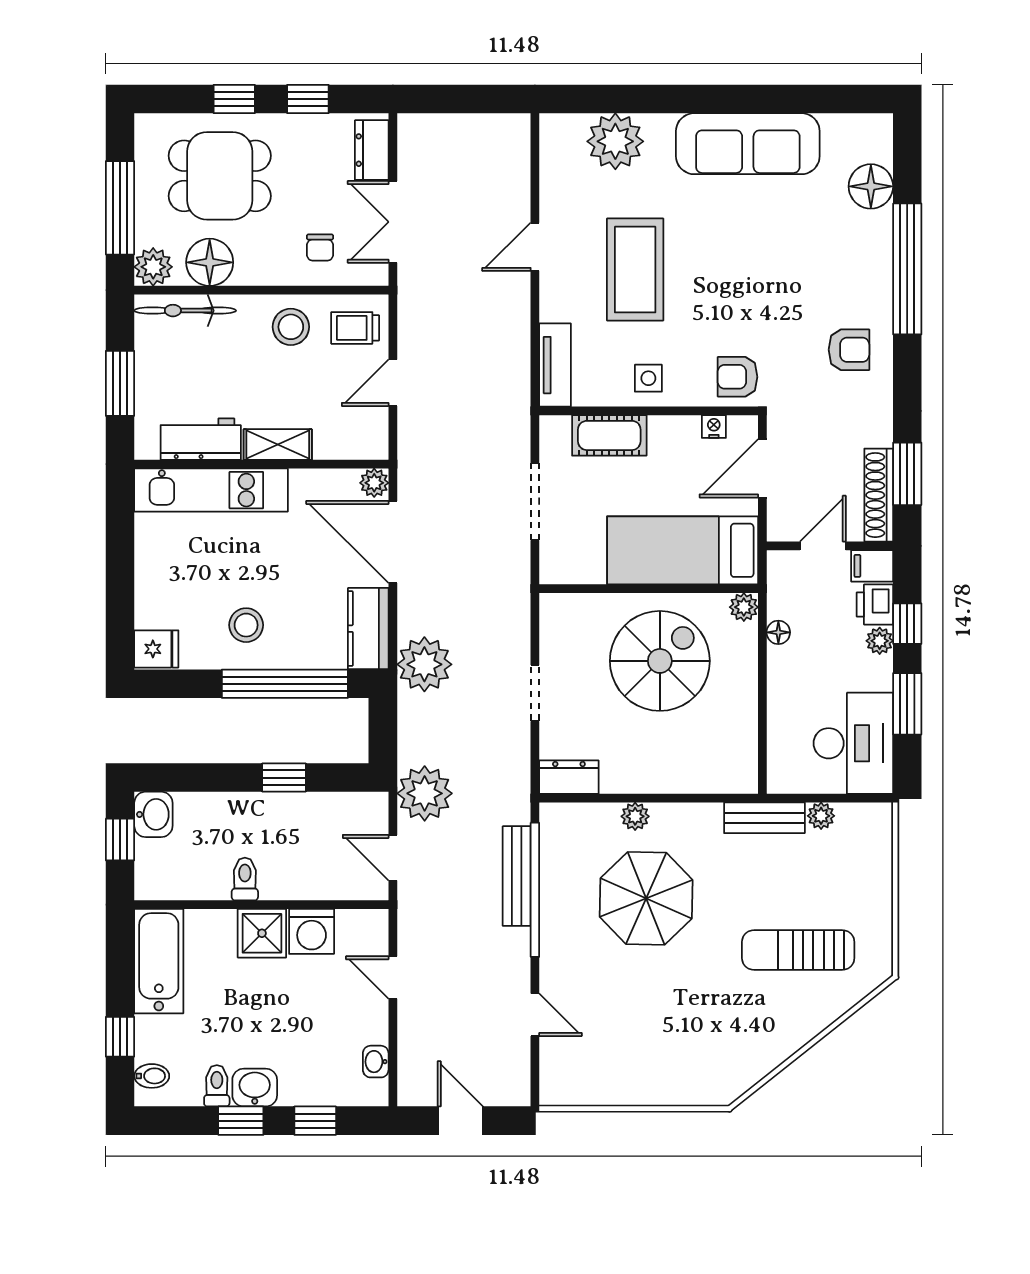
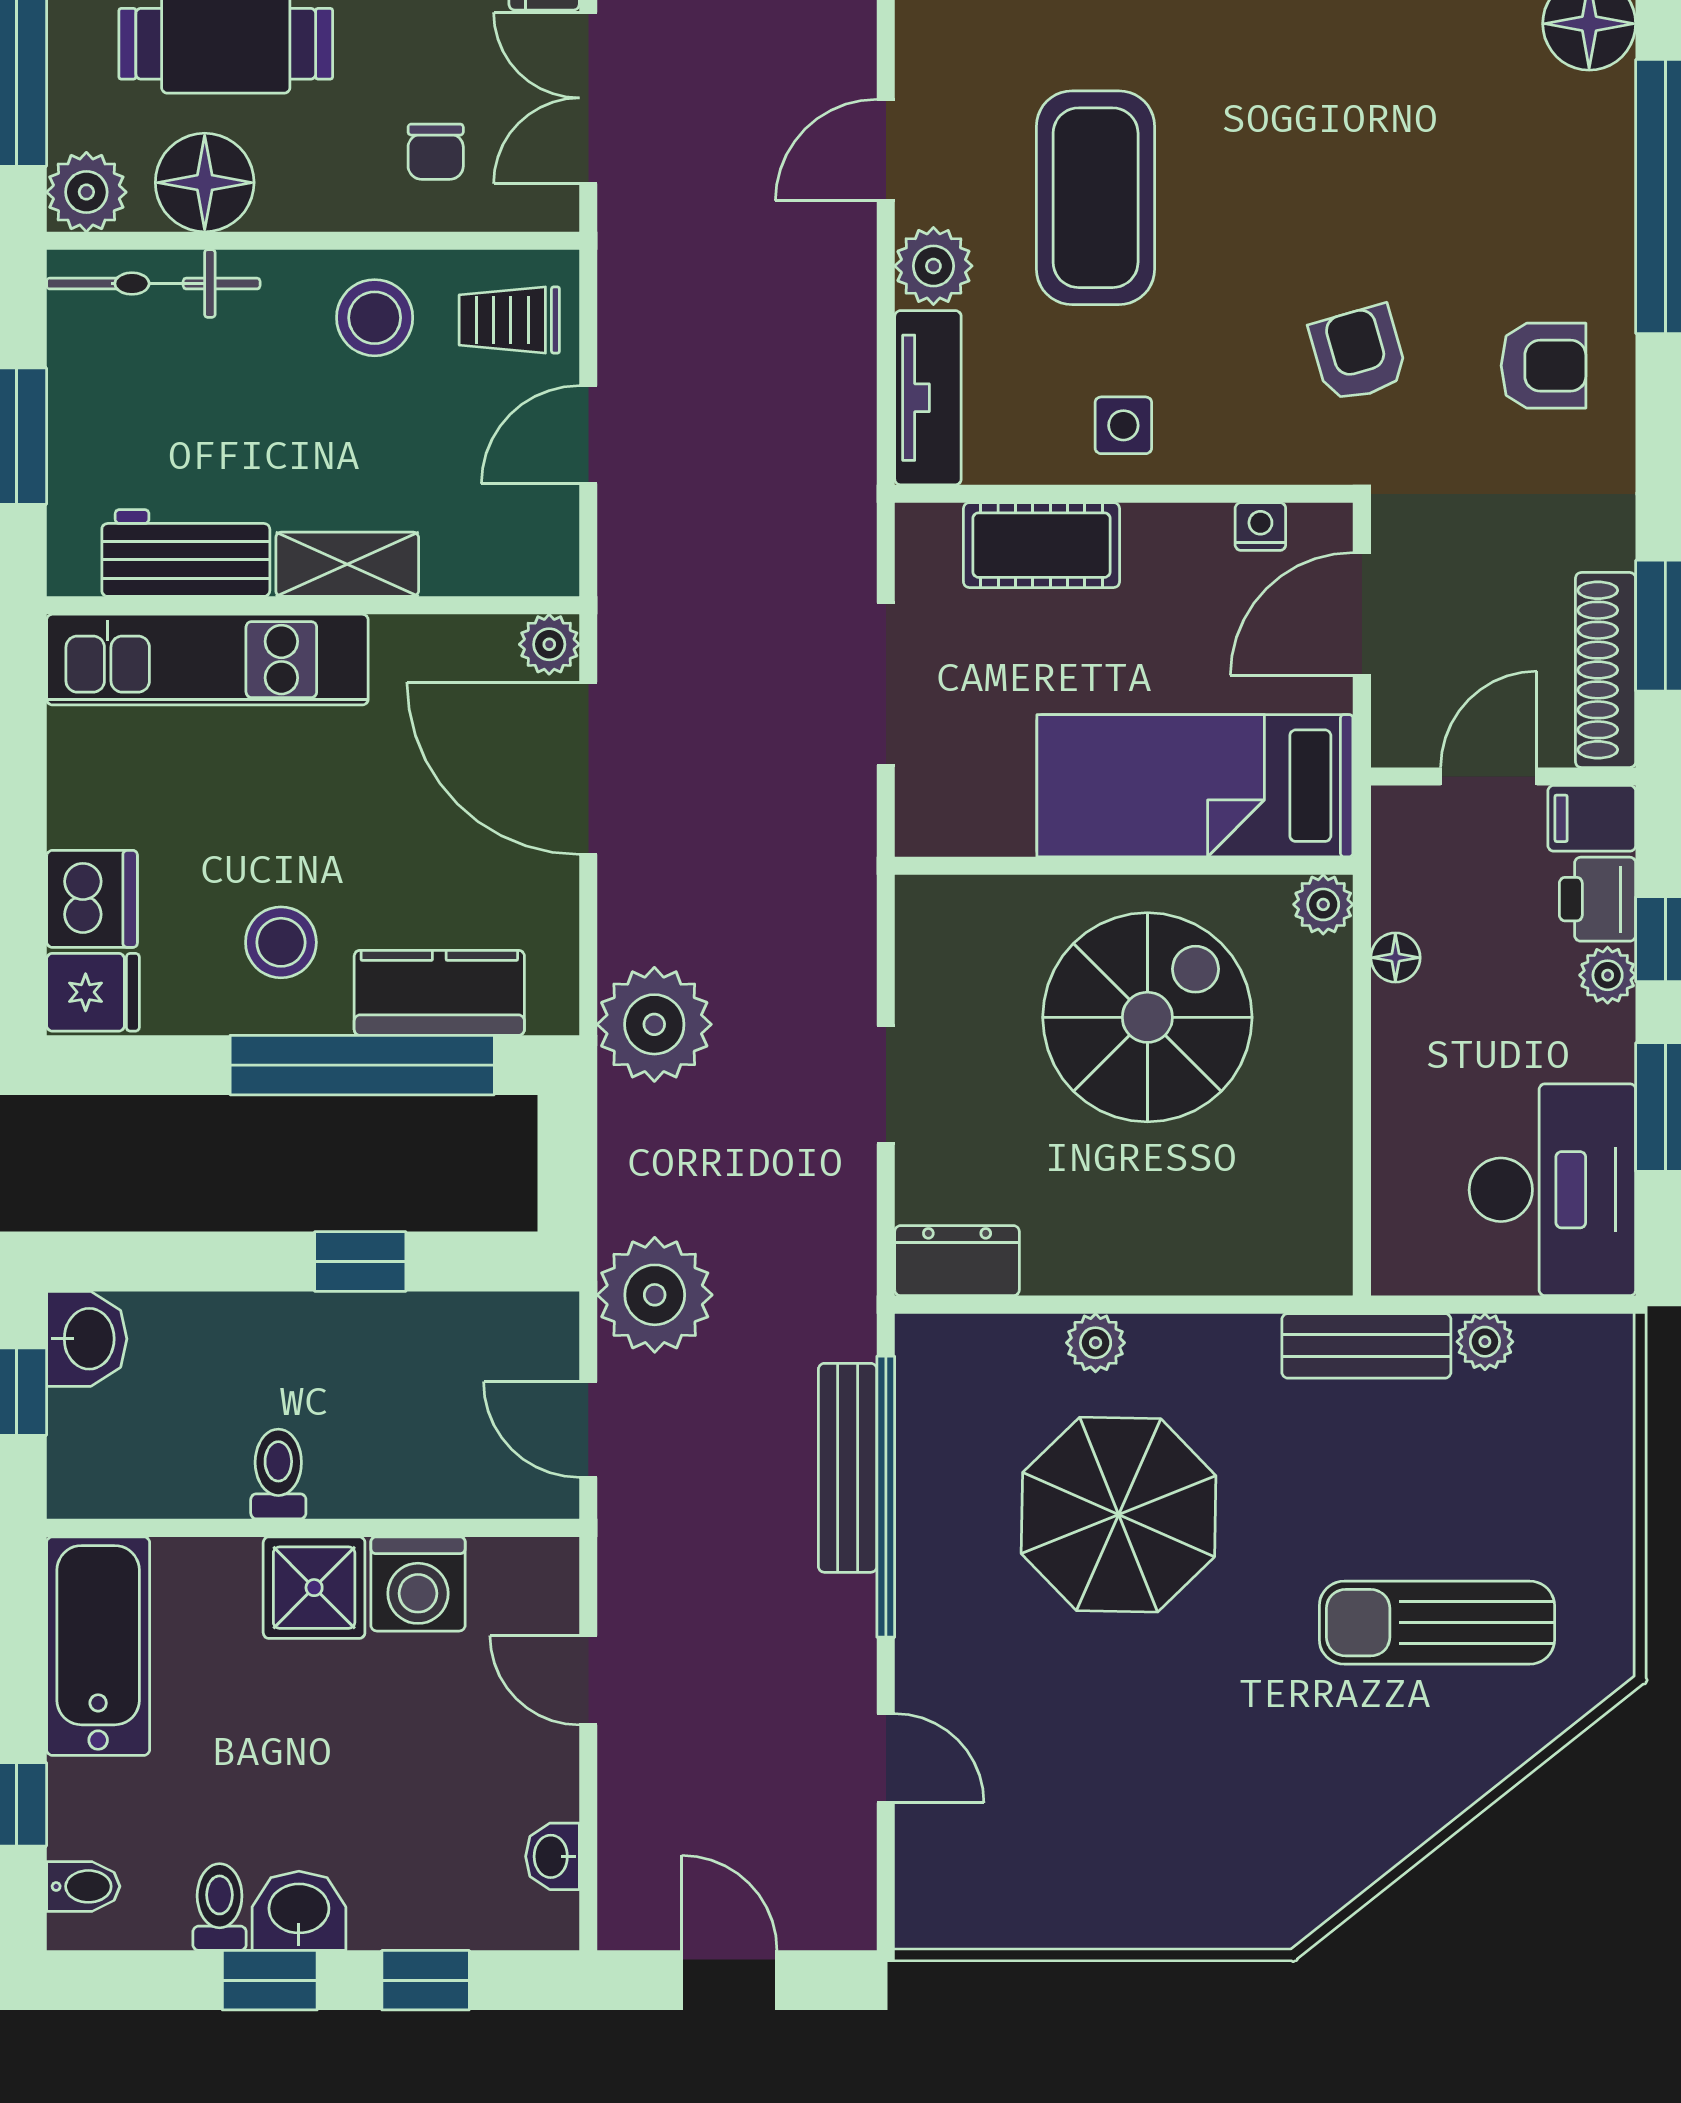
plant: (558, 302) -> (933, 266), added
armchair: (737, 377) -> (1358, 353), moved, turned 74
dishwasher: (156, 604) -> (92, 899), added
kitchen counter: (368, 629) -> (439, 993), moved, turned 90

